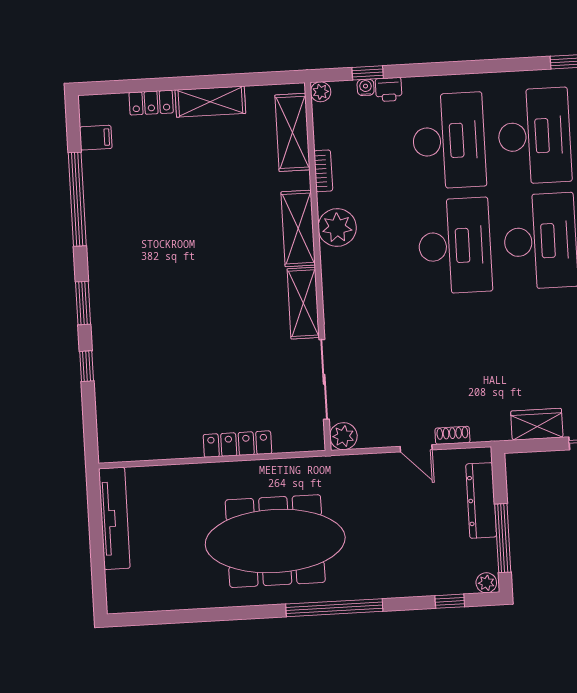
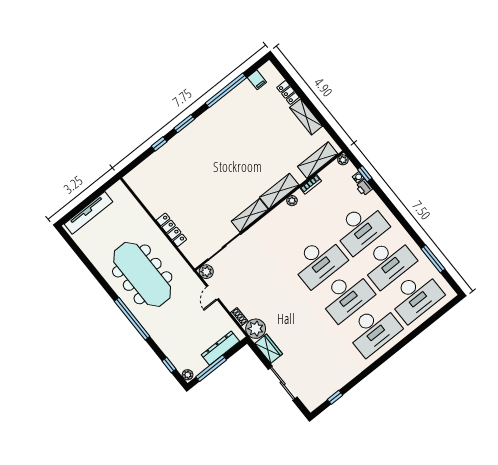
plant: (337, 228) -> (292, 201), width x0.53, depth x0.53
plant: (490, 422) -> (256, 329), added
door: (416, 448) -> (213, 293), moved
tv unit: (114, 518) -> (89, 213), moved

